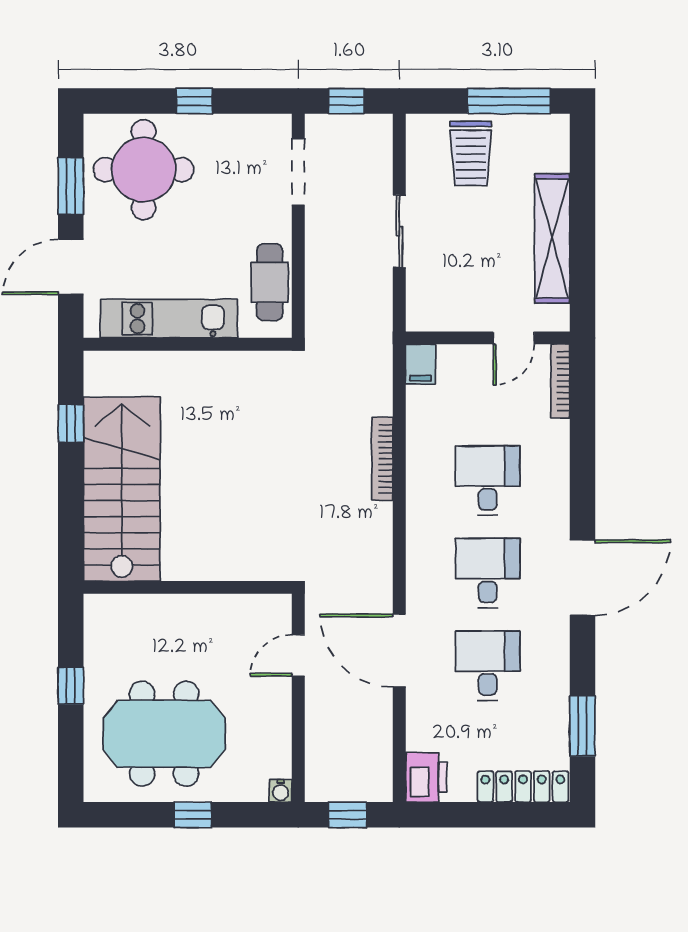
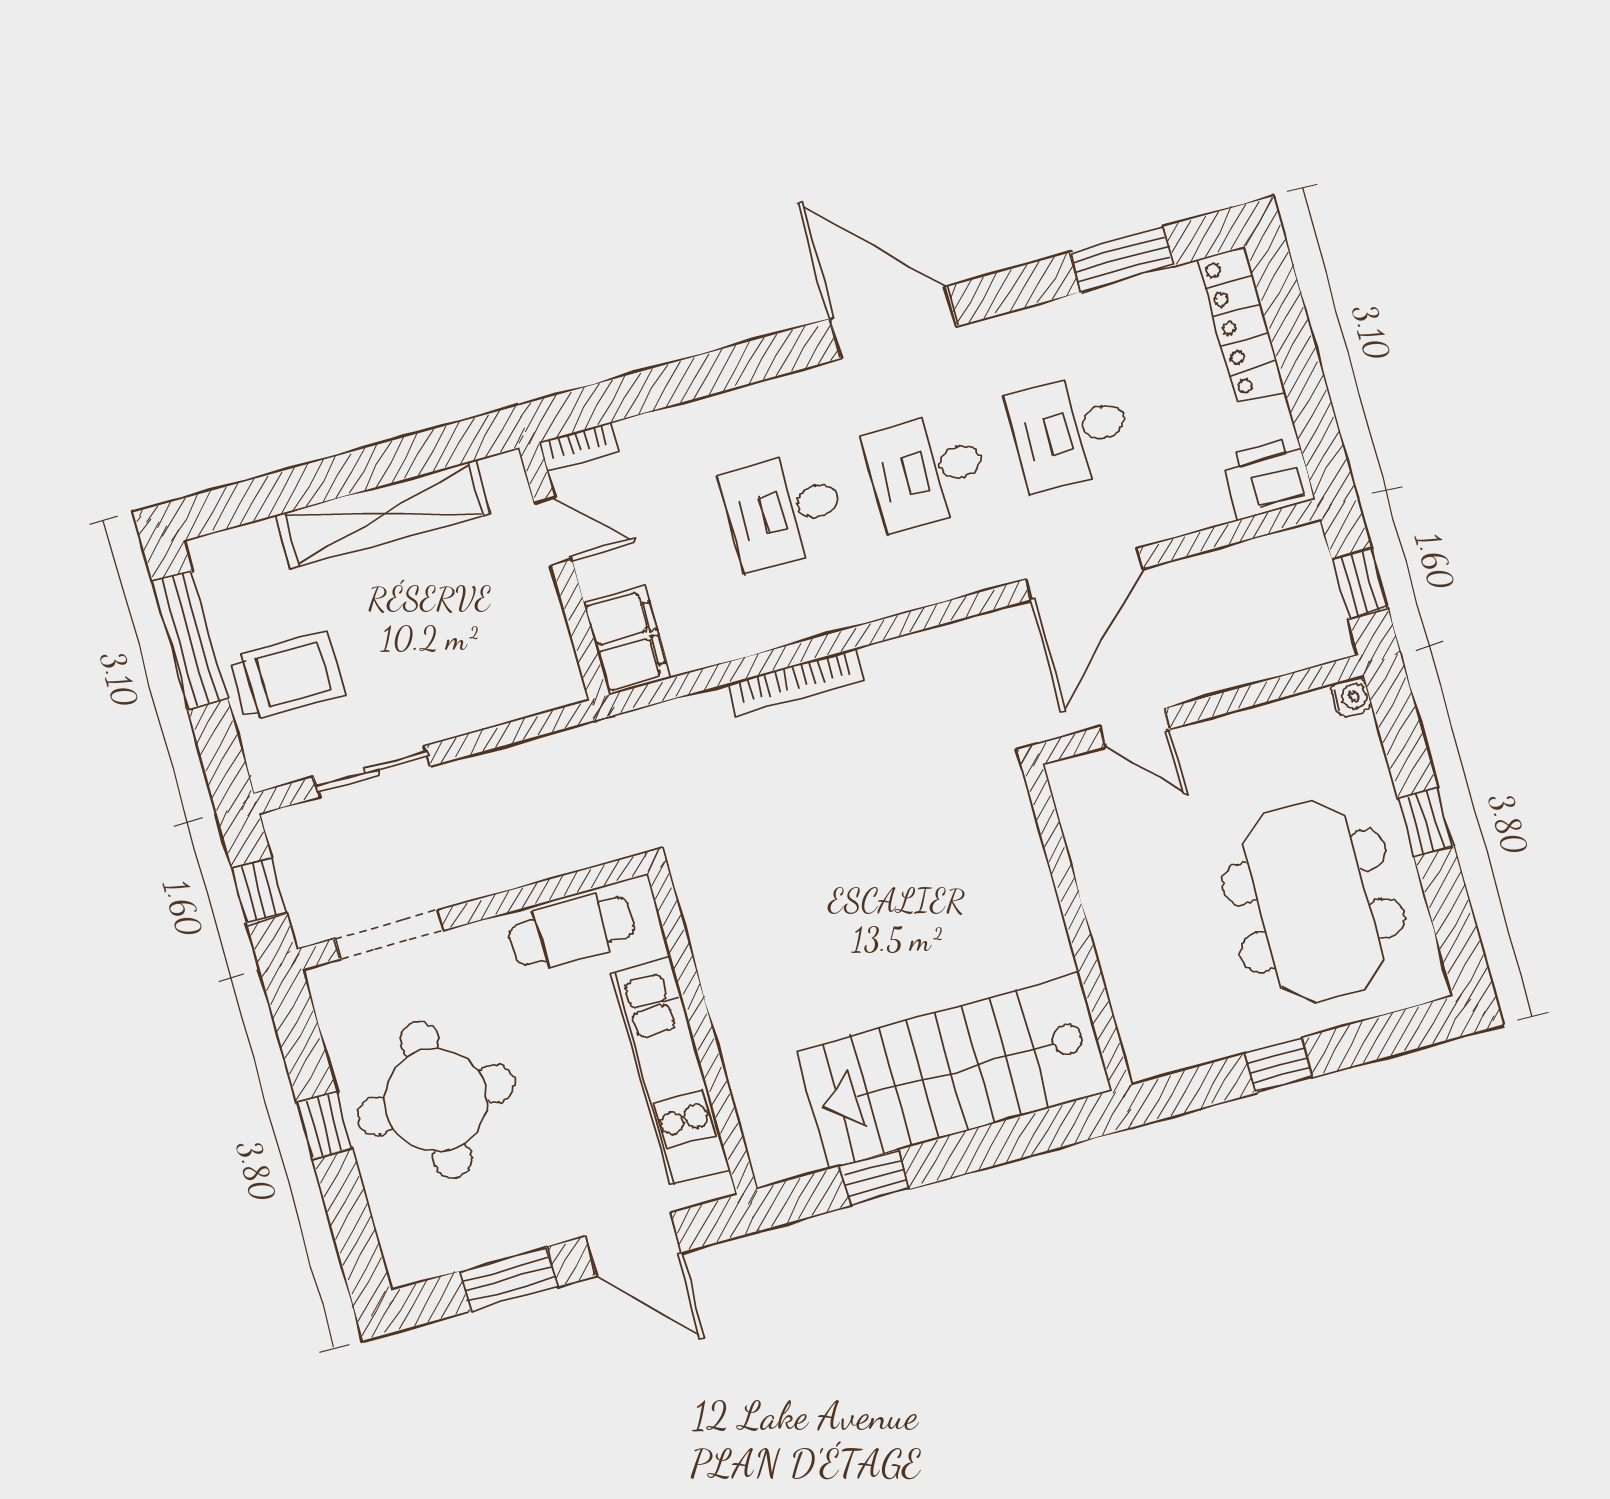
round table: (144, 170) -> (436, 1100), moved
sliding door: (399, 231) -> (372, 771), moved
filing cabinet: (421, 364) -> (627, 641), width x2.00
bookcase: (560, 381) -> (579, 446), width x0.64

